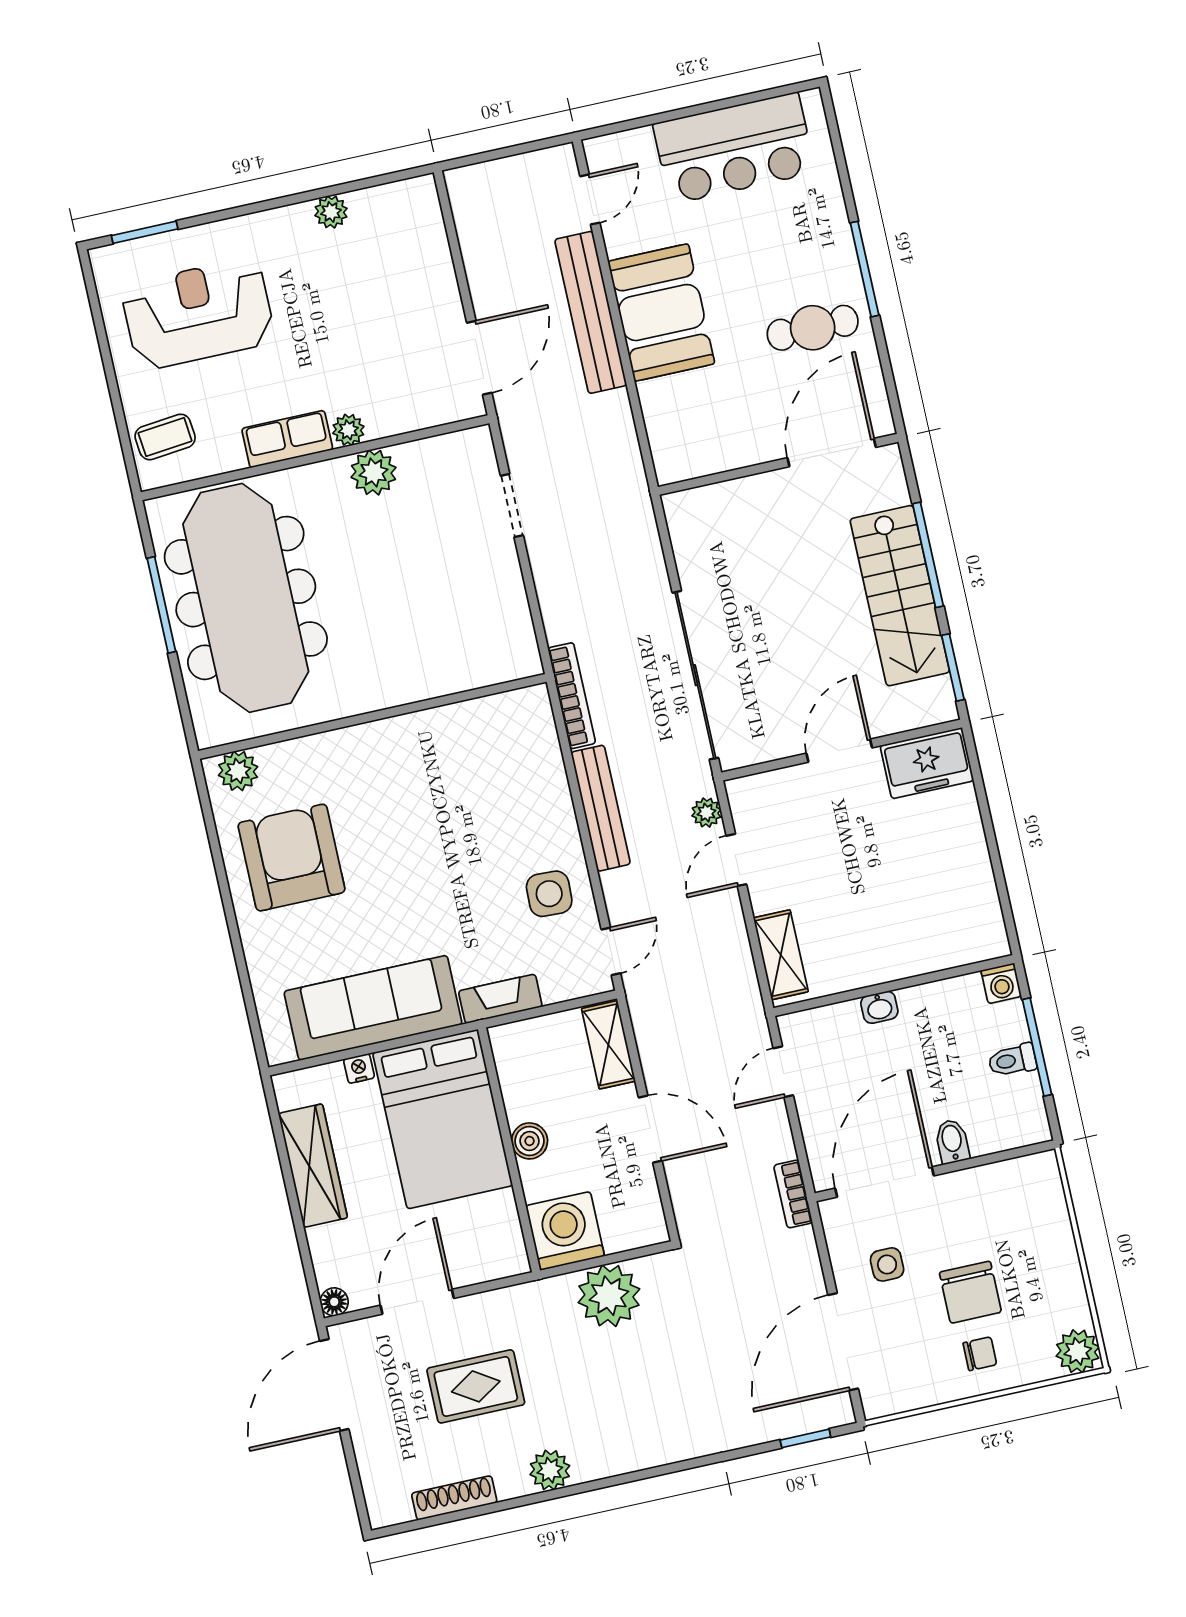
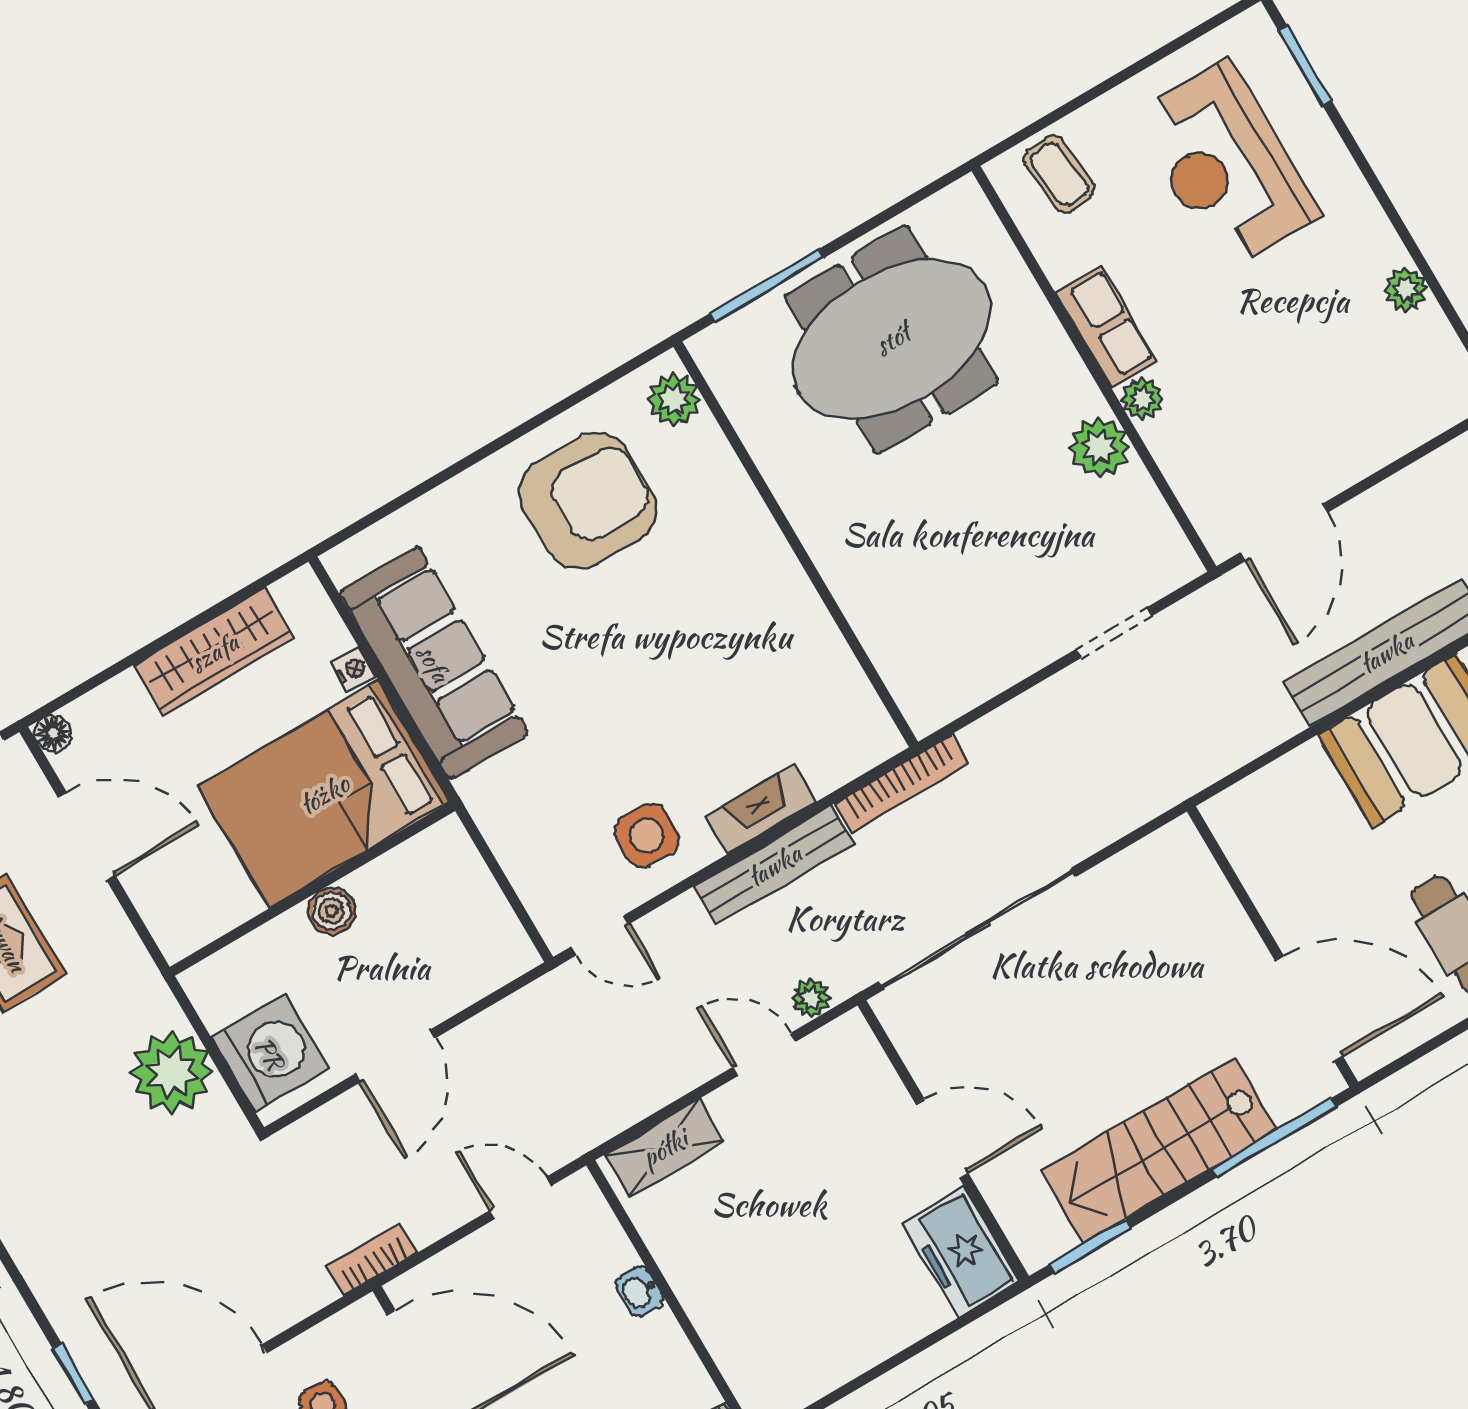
reception desk: (198, 314) -> (1225, 165), turned 180
door: (479, 358) -> (1284, 532), hinge flipped
window: (928, 555) -> (1274, 1138), moved
meeting table: (246, 598) -> (892, 339), width x0.73
window: (161, 605) -> (767, 286), moved
fireplace: (500, 999) -> (761, 809), moved, turned -90
shelving: (608, 1045) -> (483, 970), removed
washing machine: (565, 1231) -> (270, 1053), moved

